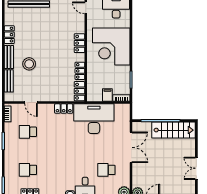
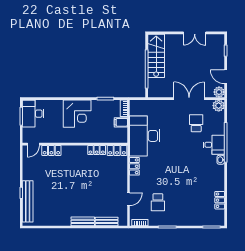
locker: (9, 35) -> (60, 221), removed
locker: (79, 43) -> (51, 150), moved
corner desk: (111, 47) -> (77, 114), width x0.74, depth x0.74
stool: (29, 64) -> (90, 201), removed
double door: (131, 147) -> (189, 99), moved
school desk: (28, 170) -> (196, 202), removed
school desk: (106, 170) -> (196, 123), turned 180

